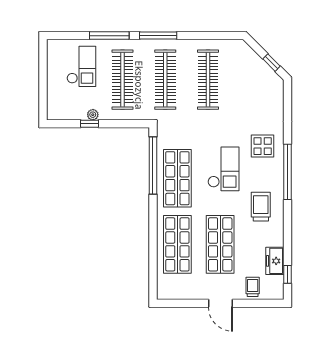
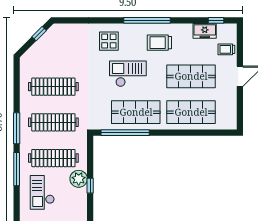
checkout: (81, 66) -> (42, 192), turned -90
plant: (93, 115) -> (79, 179), width x1.87, depth x1.87
window: (287, 172) -> (147, 20), moved

